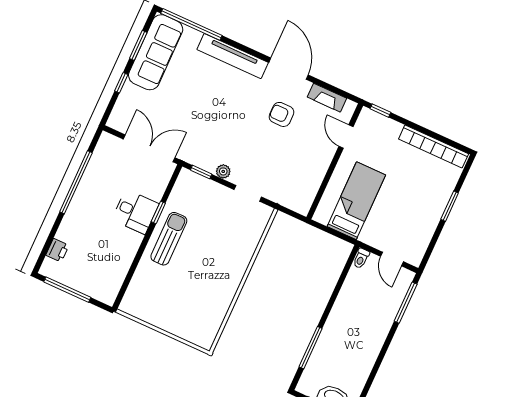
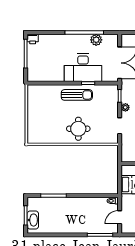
plant: (96, 169) -> (96, 40), added
desk: (135, 212) -> (83, 68), width x1.87, depth x1.30
printer: (57, 250) -> (33, 39), moved
round table: (223, 261) -> (78, 129), added

